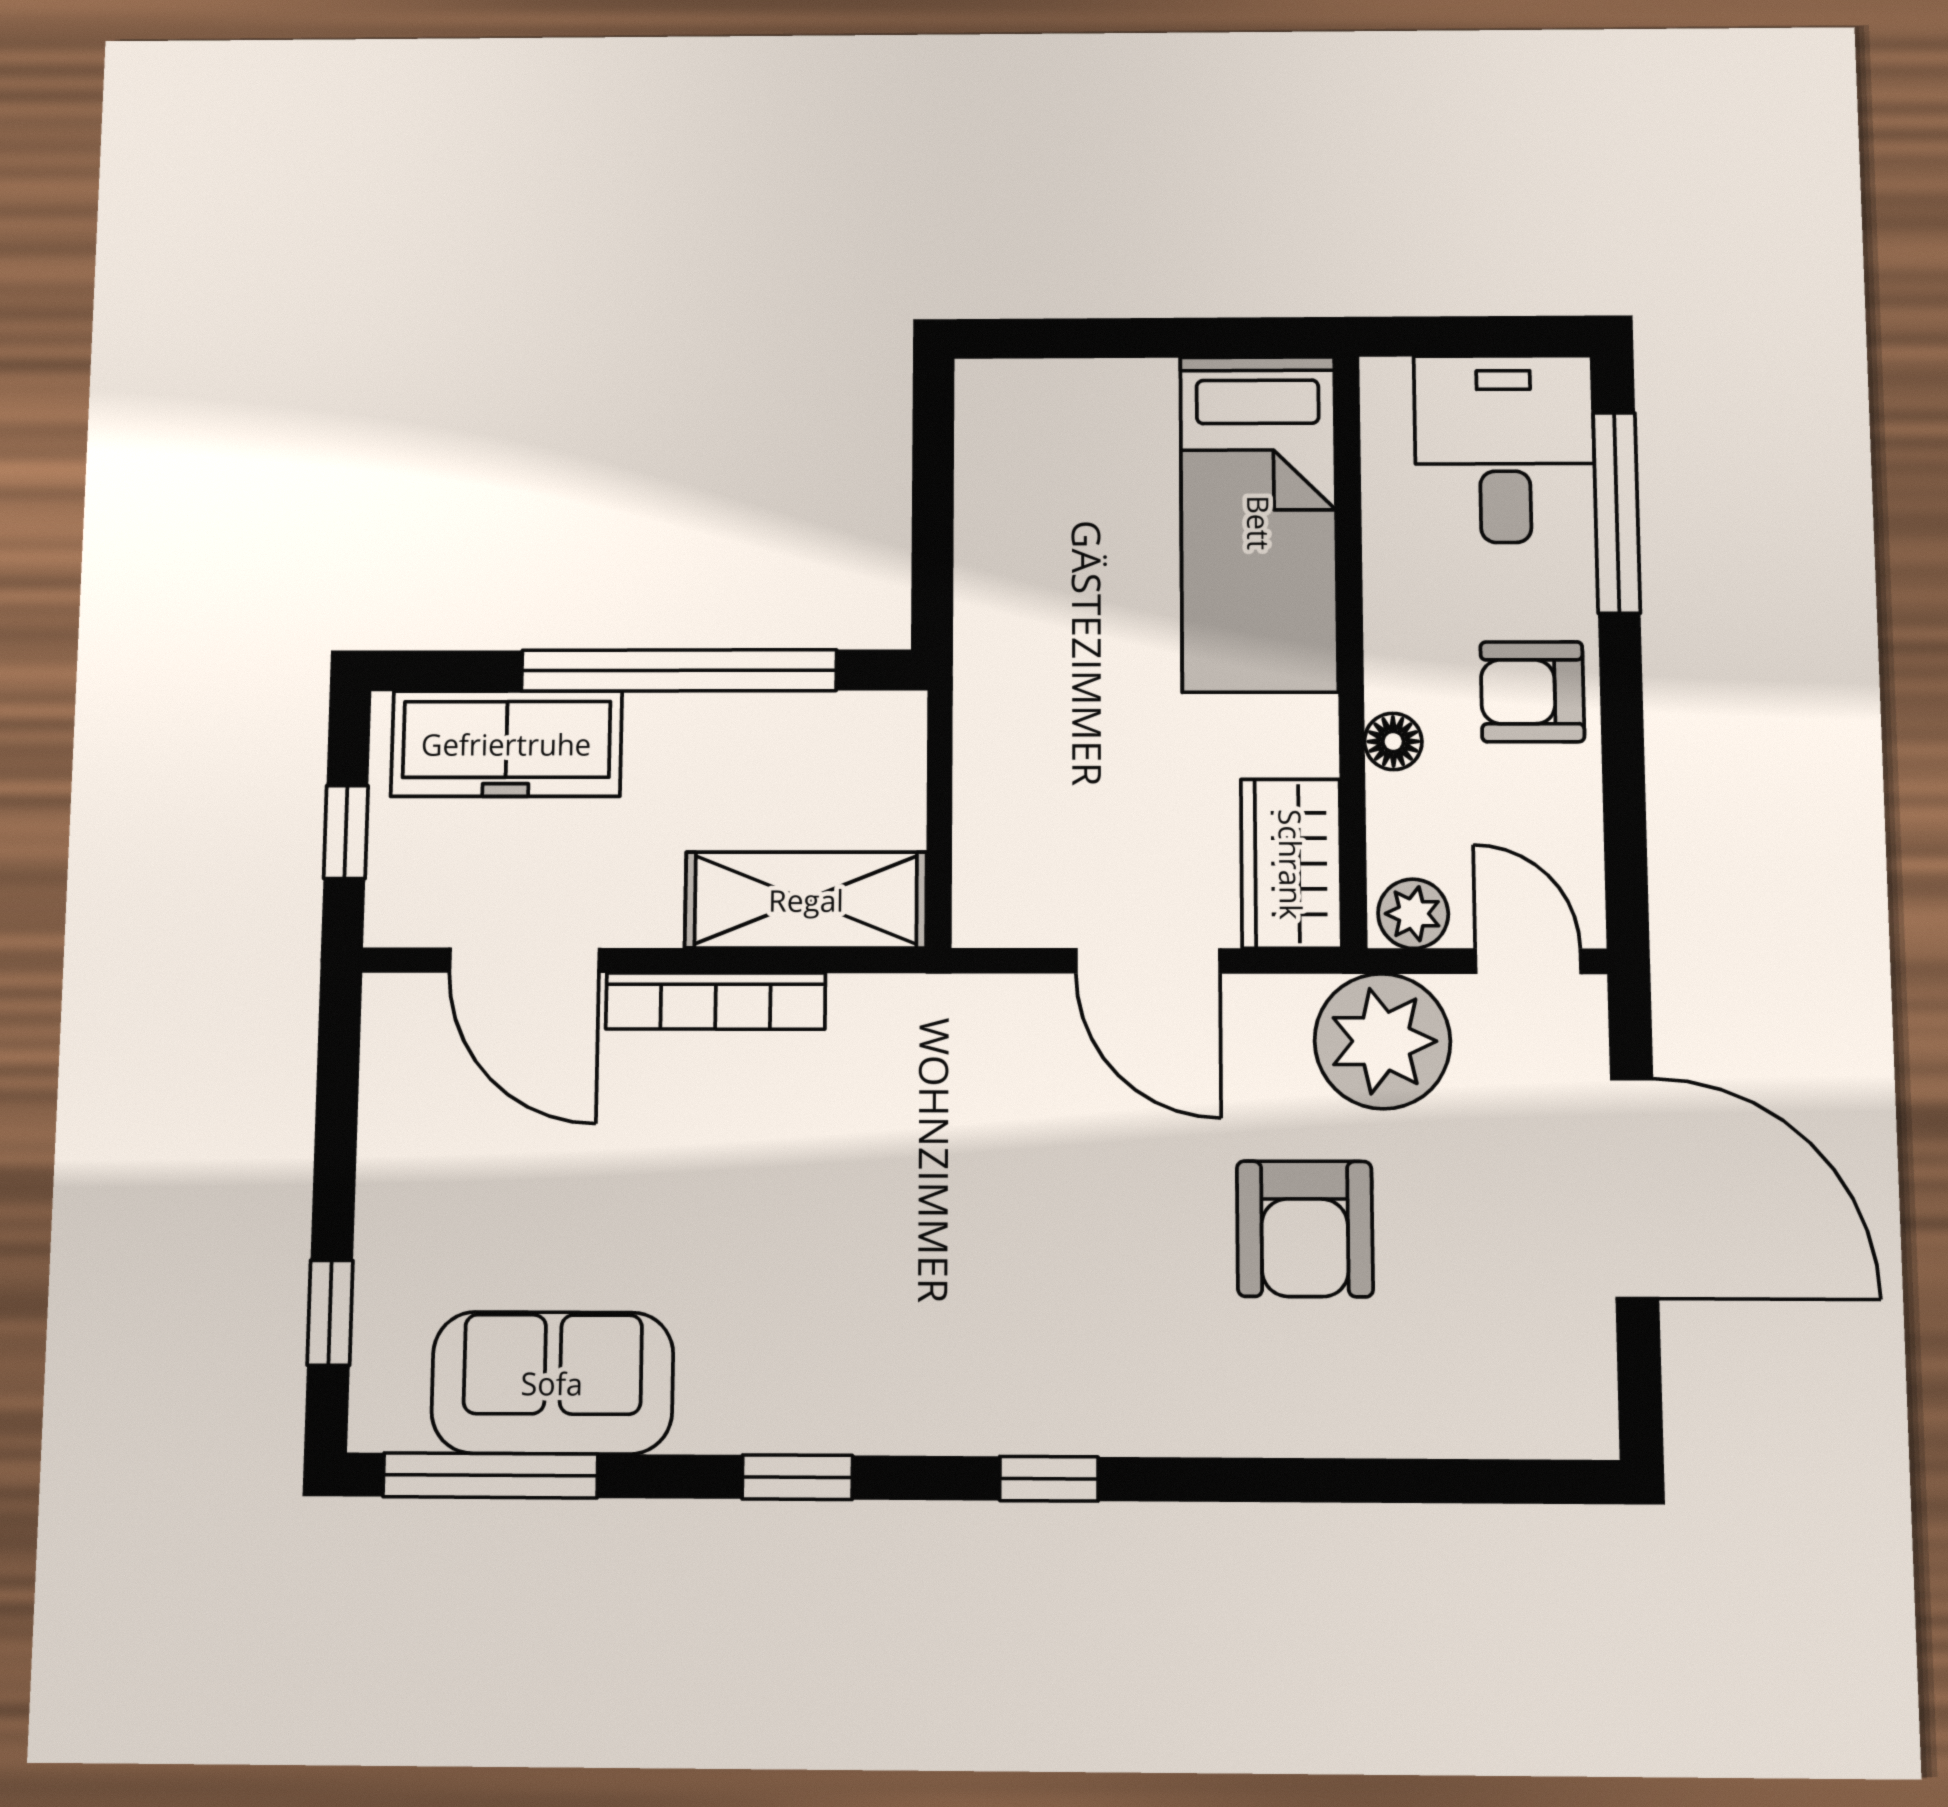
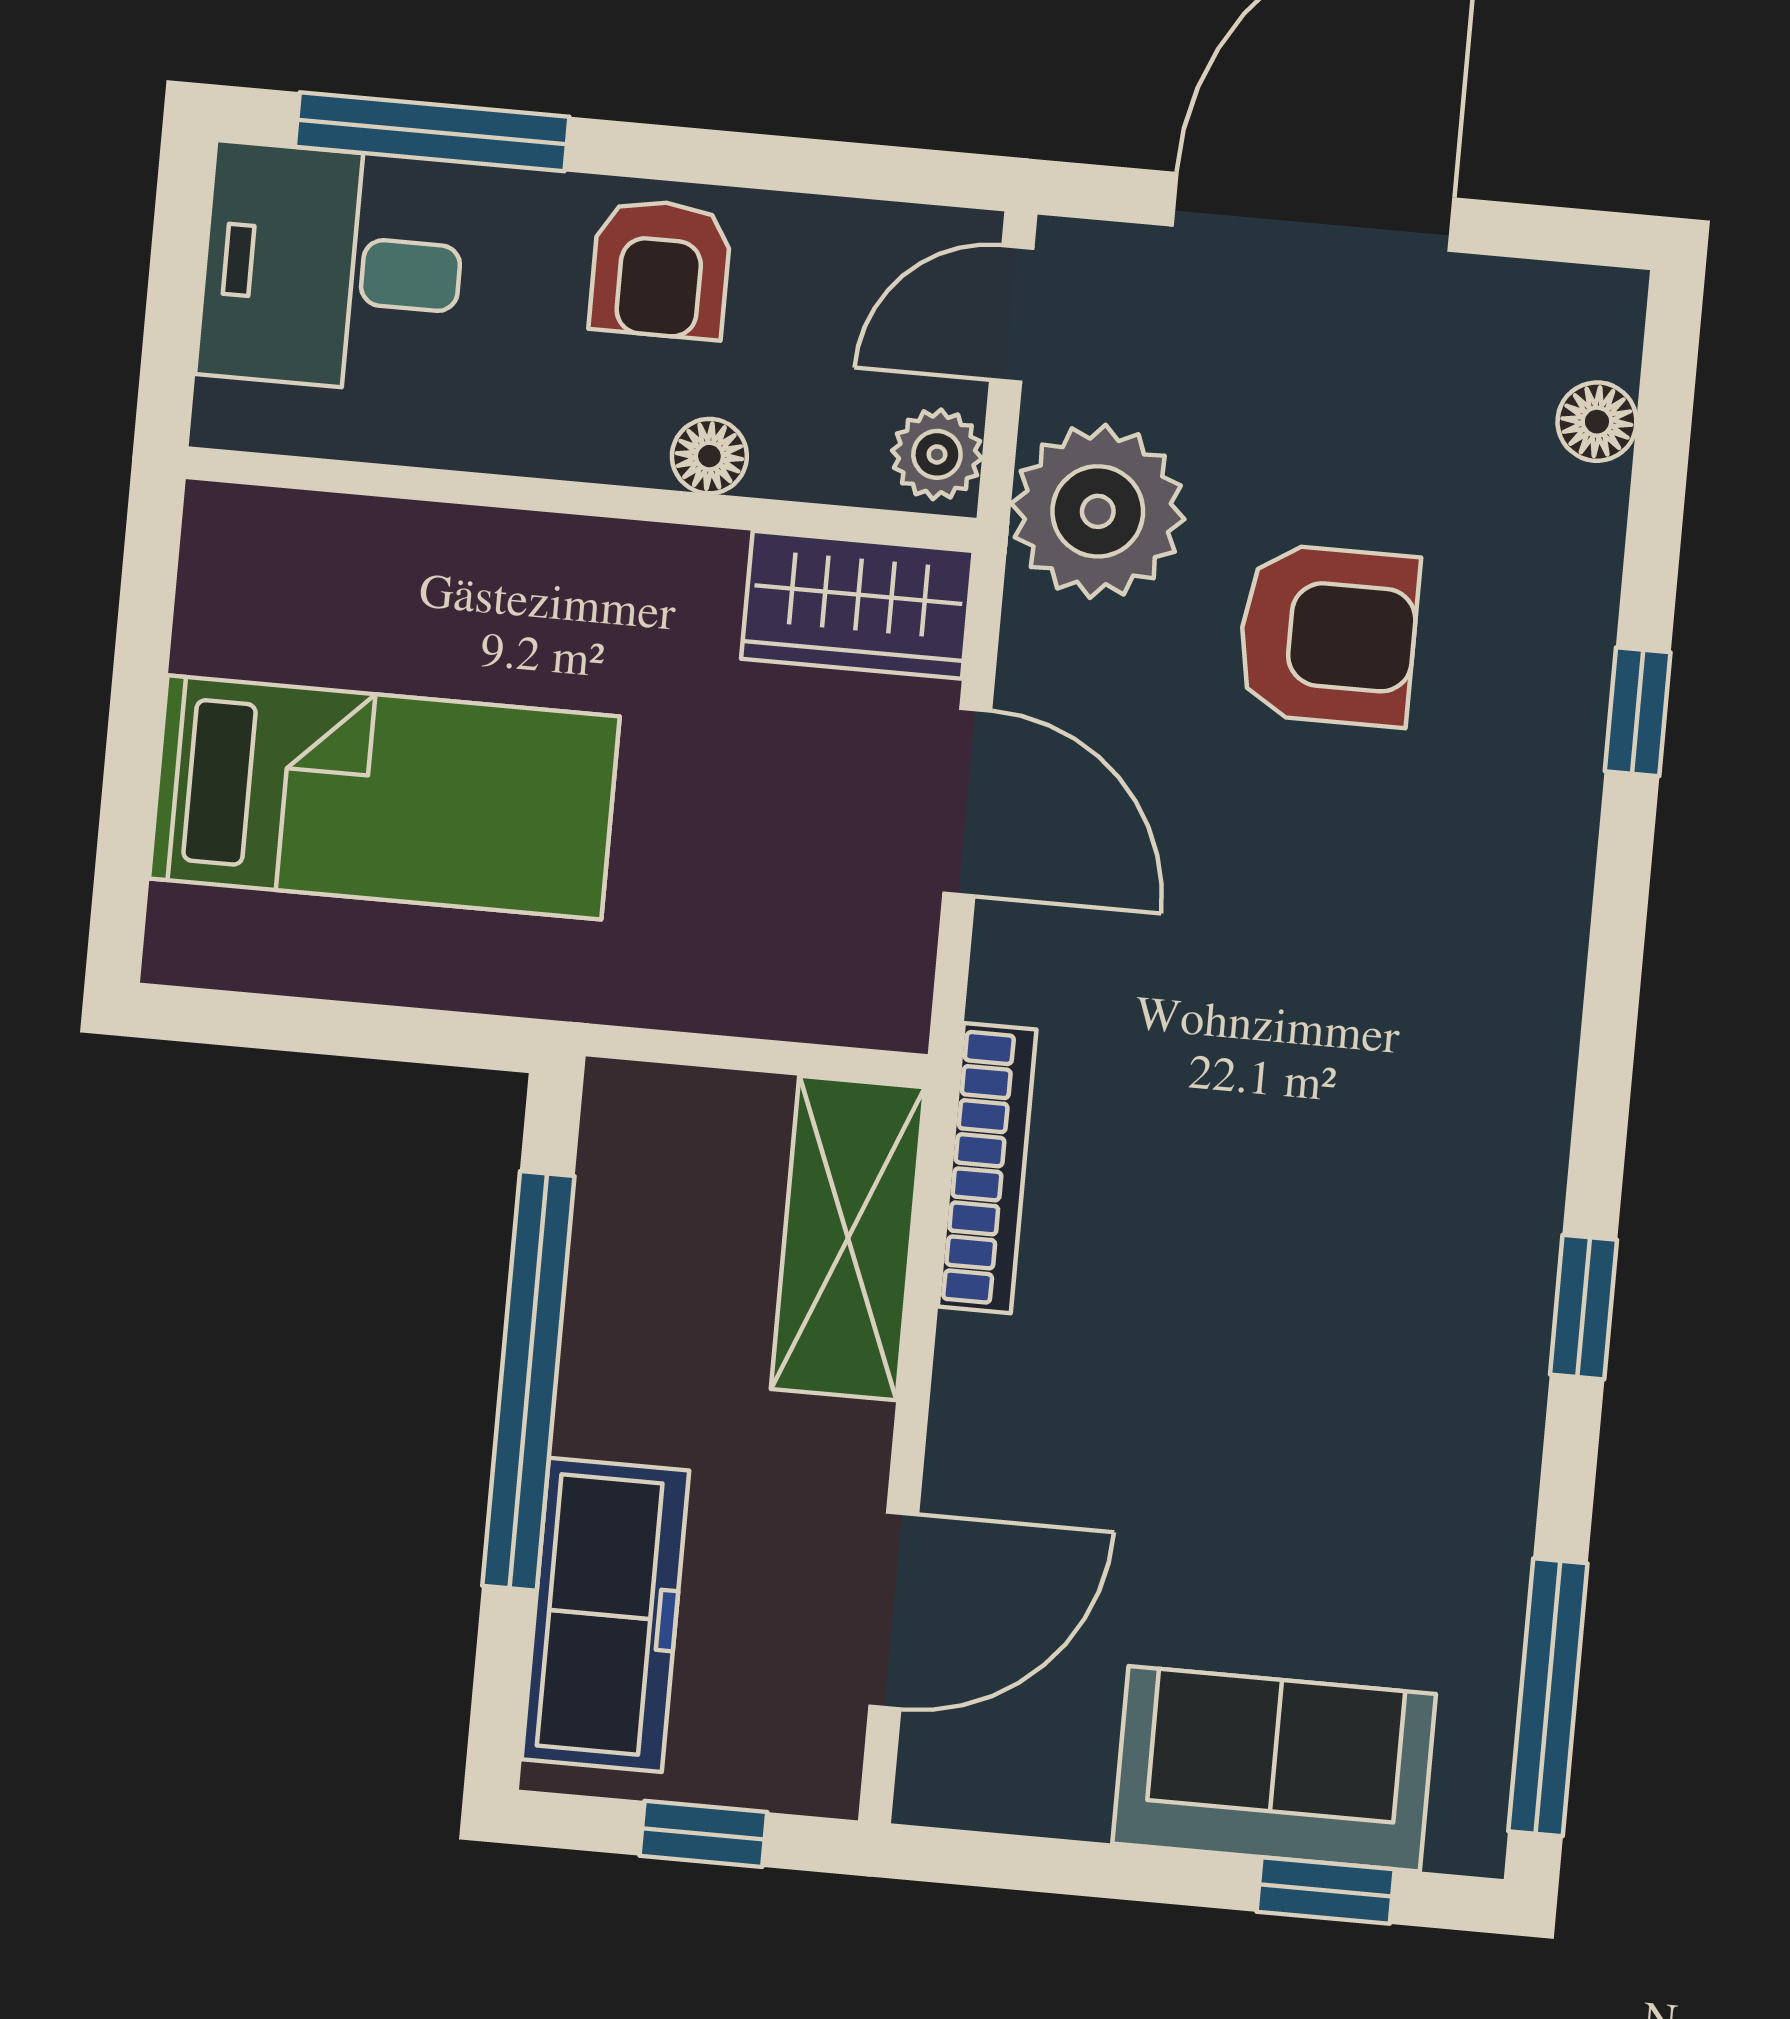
bed: (1259, 523) -> (384, 797), moved
door: (1148, 961) -> (967, 802), hinge flipped
bookcase: (716, 1001) -> (987, 1168), moved
sofa: (552, 1383) -> (1274, 1769), moved, turned 90
floor lamp: (1495, 1428) -> (1597, 422), added
window: (1049, 1479) -> (1638, 712), moved

